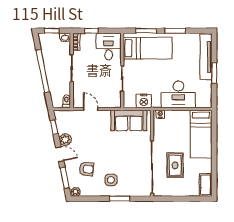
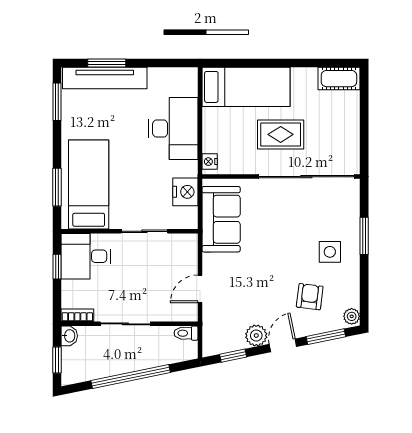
window: (91, 31) -> (57, 267), moved
window: (175, 31) -> (57, 102), moved
window: (214, 73) -> (107, 63), moved
rug: (175, 165) -> (281, 134), moved

